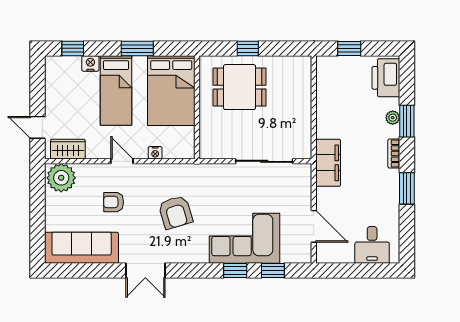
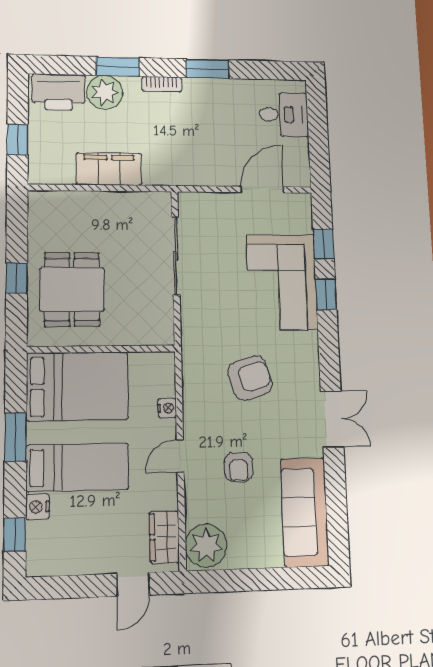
plant: (393, 118) -> (105, 92), width x1.87, depth x1.87
filing cabinet: (328, 163) -> (109, 169), moved

